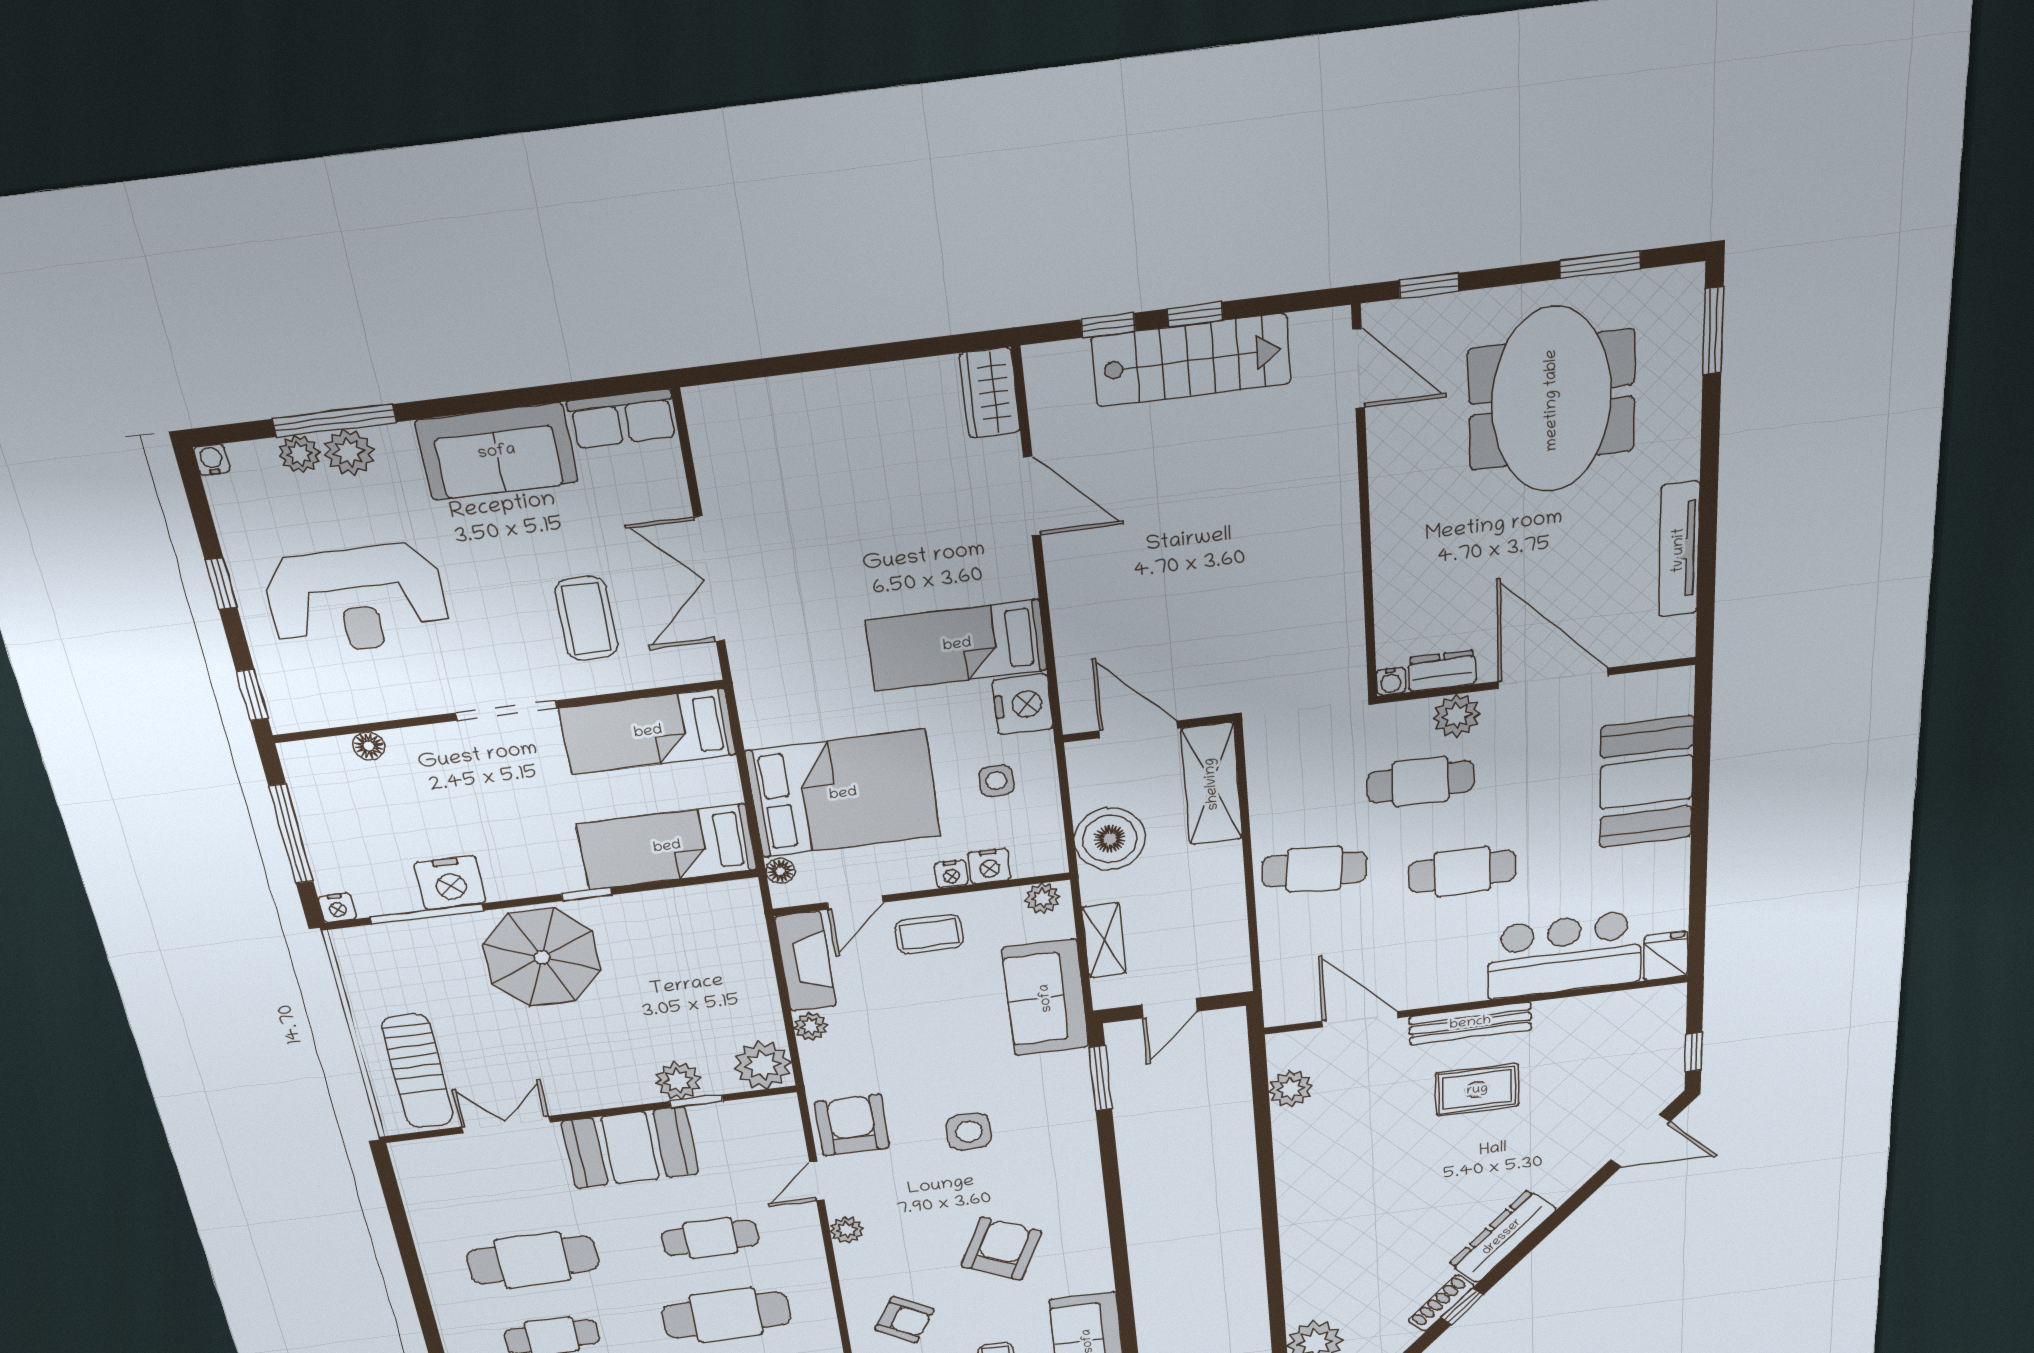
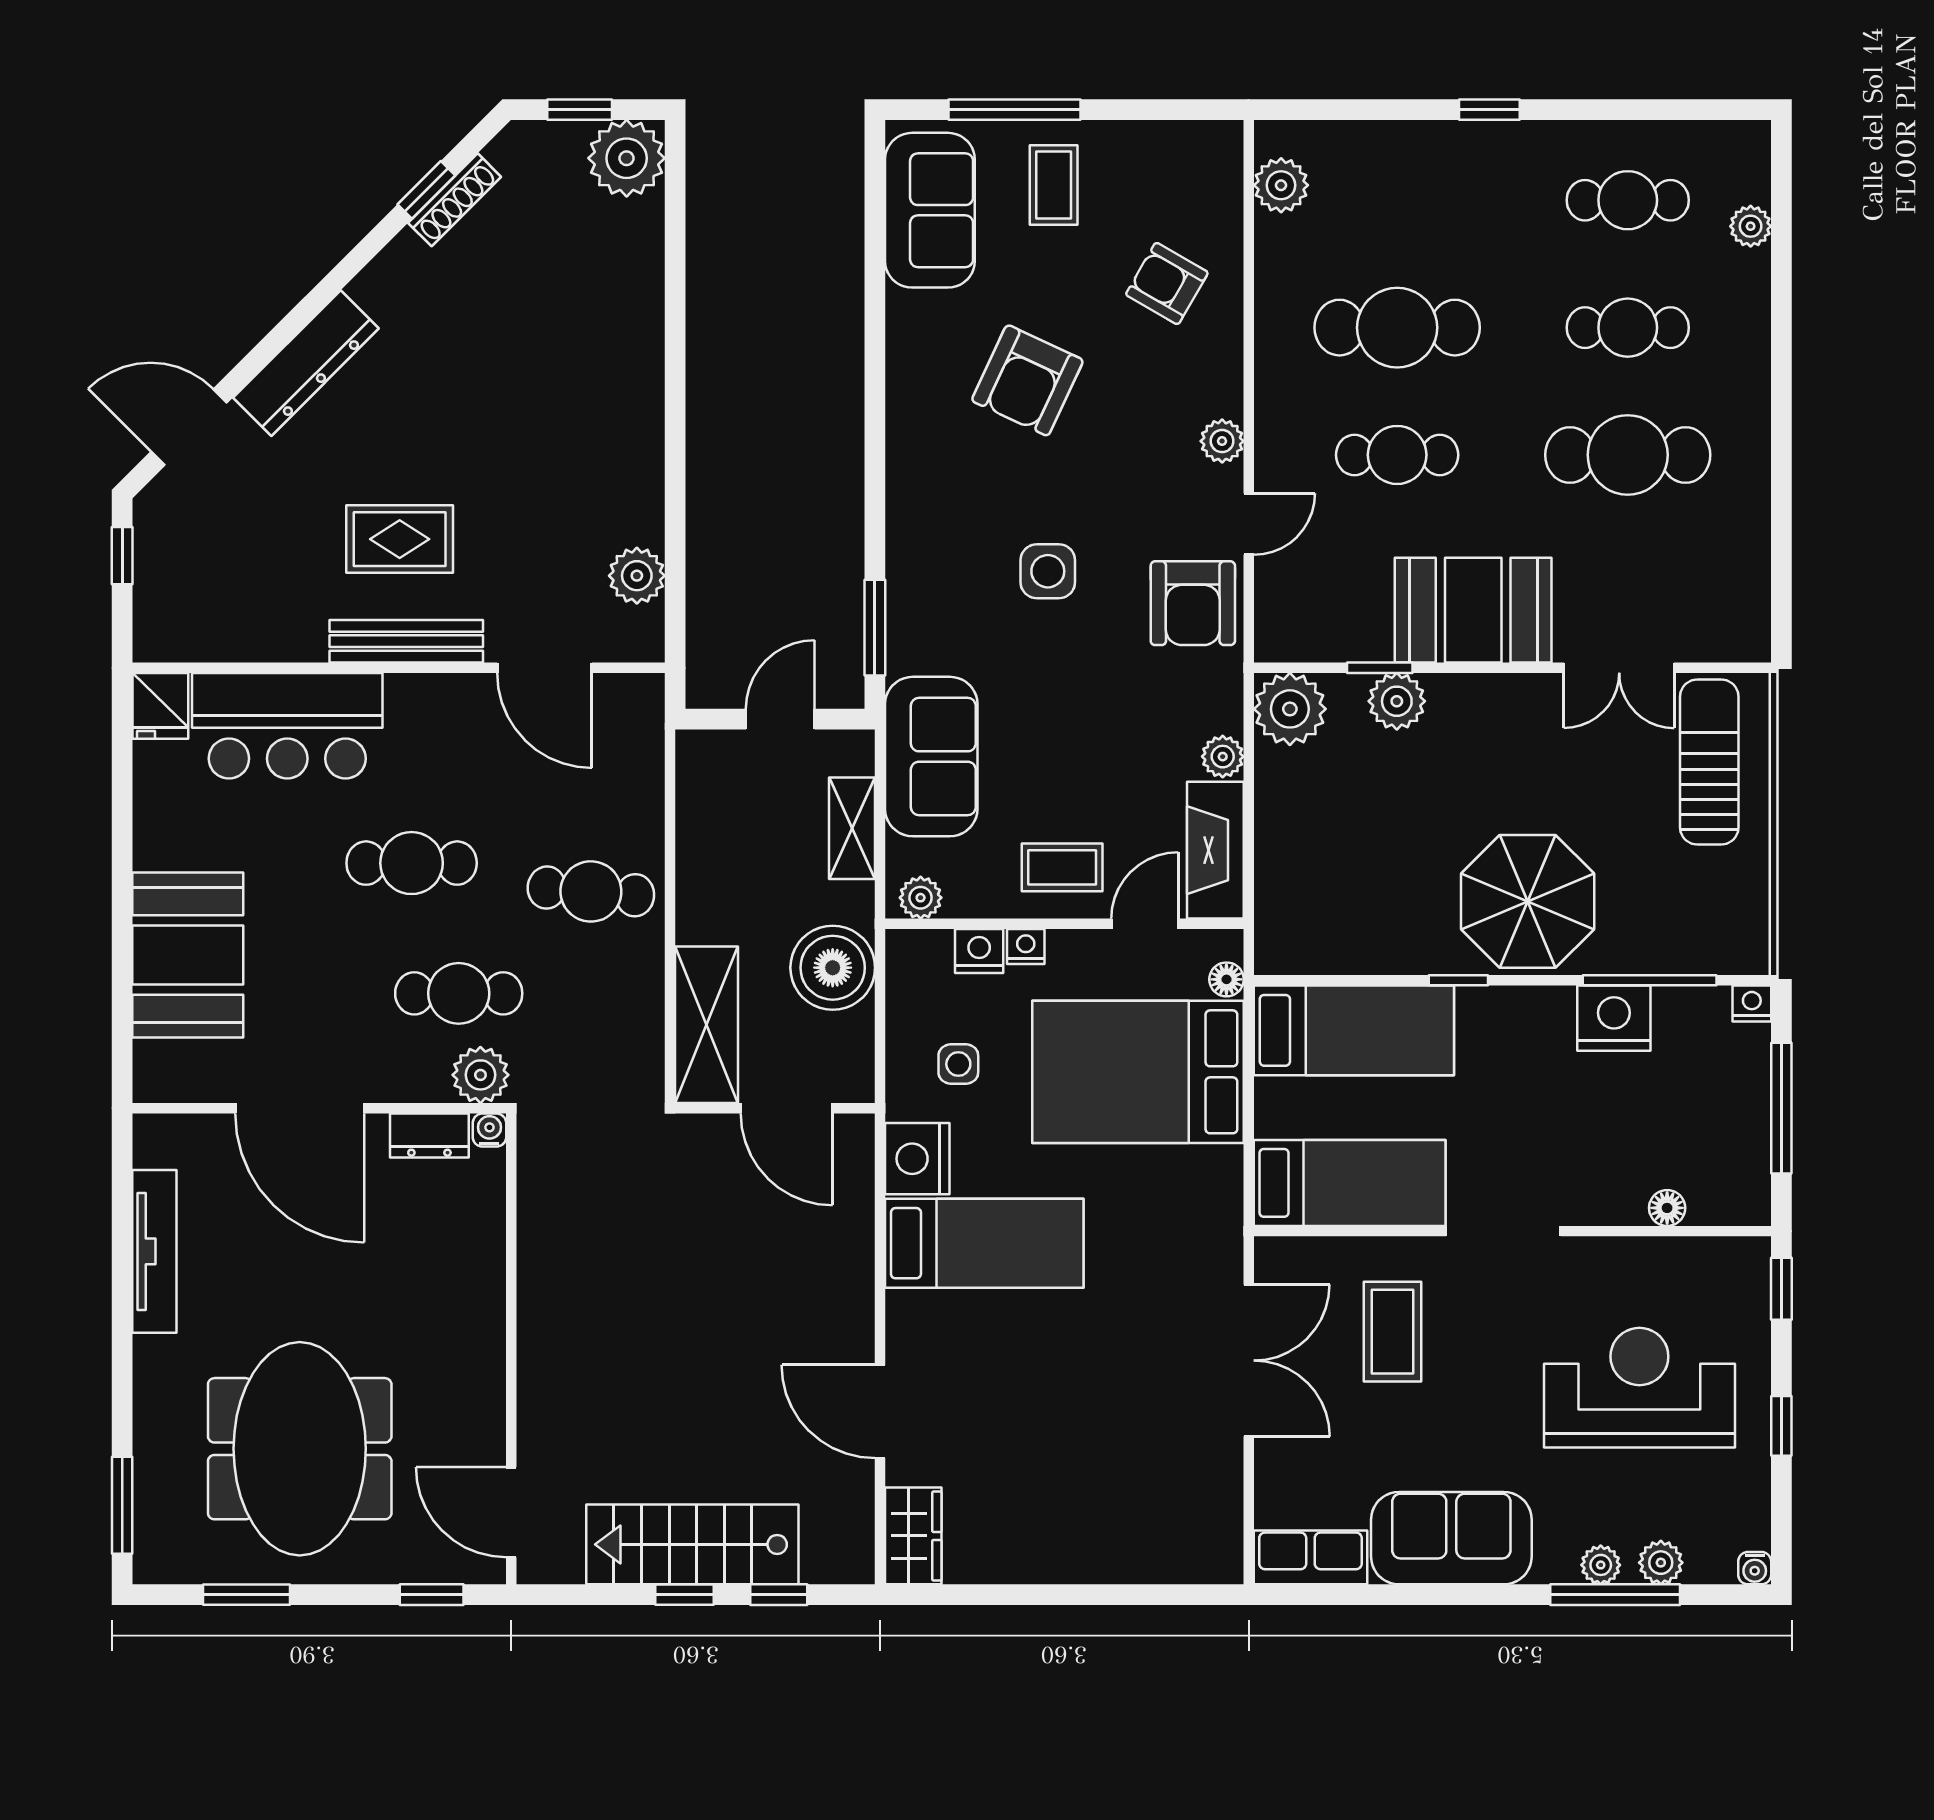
plant: (349, 452) -> (1601, 1565), width x0.73, depth x0.73
plant: (1456, 716) -> (480, 1075), moved
dresser: (1502, 1237) -> (306, 363), moved

